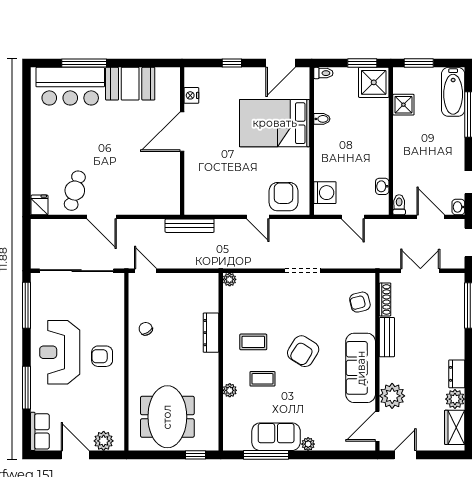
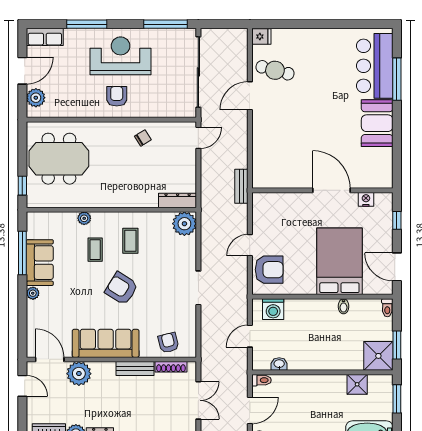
nightstand: (191, 95) -> (366, 199), moved
door: (182, 132) -> (331, 190), moved
wall: (182, 141) -> (322, 190), moved
bench: (190, 226) -> (241, 186), width x0.73
plant: (230, 279) -> (184, 224), width x1.87, depth x1.87
dresser: (211, 333) -> (178, 200), moved

